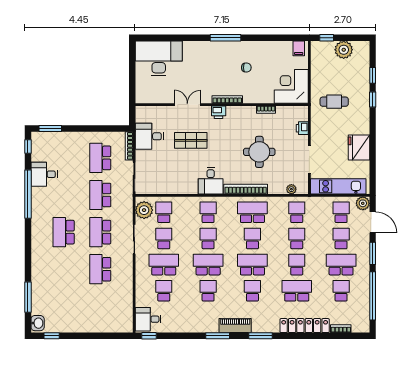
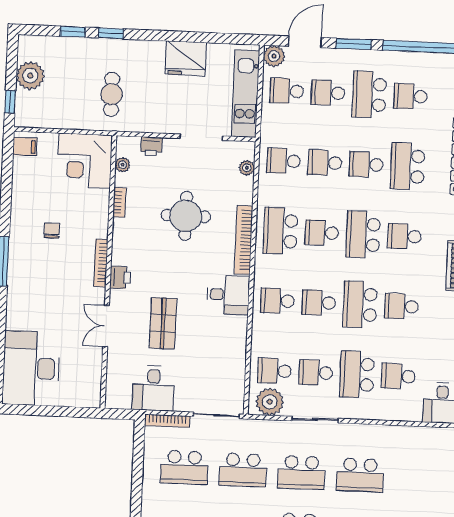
plant: (290, 110) -> (122, 165), added

